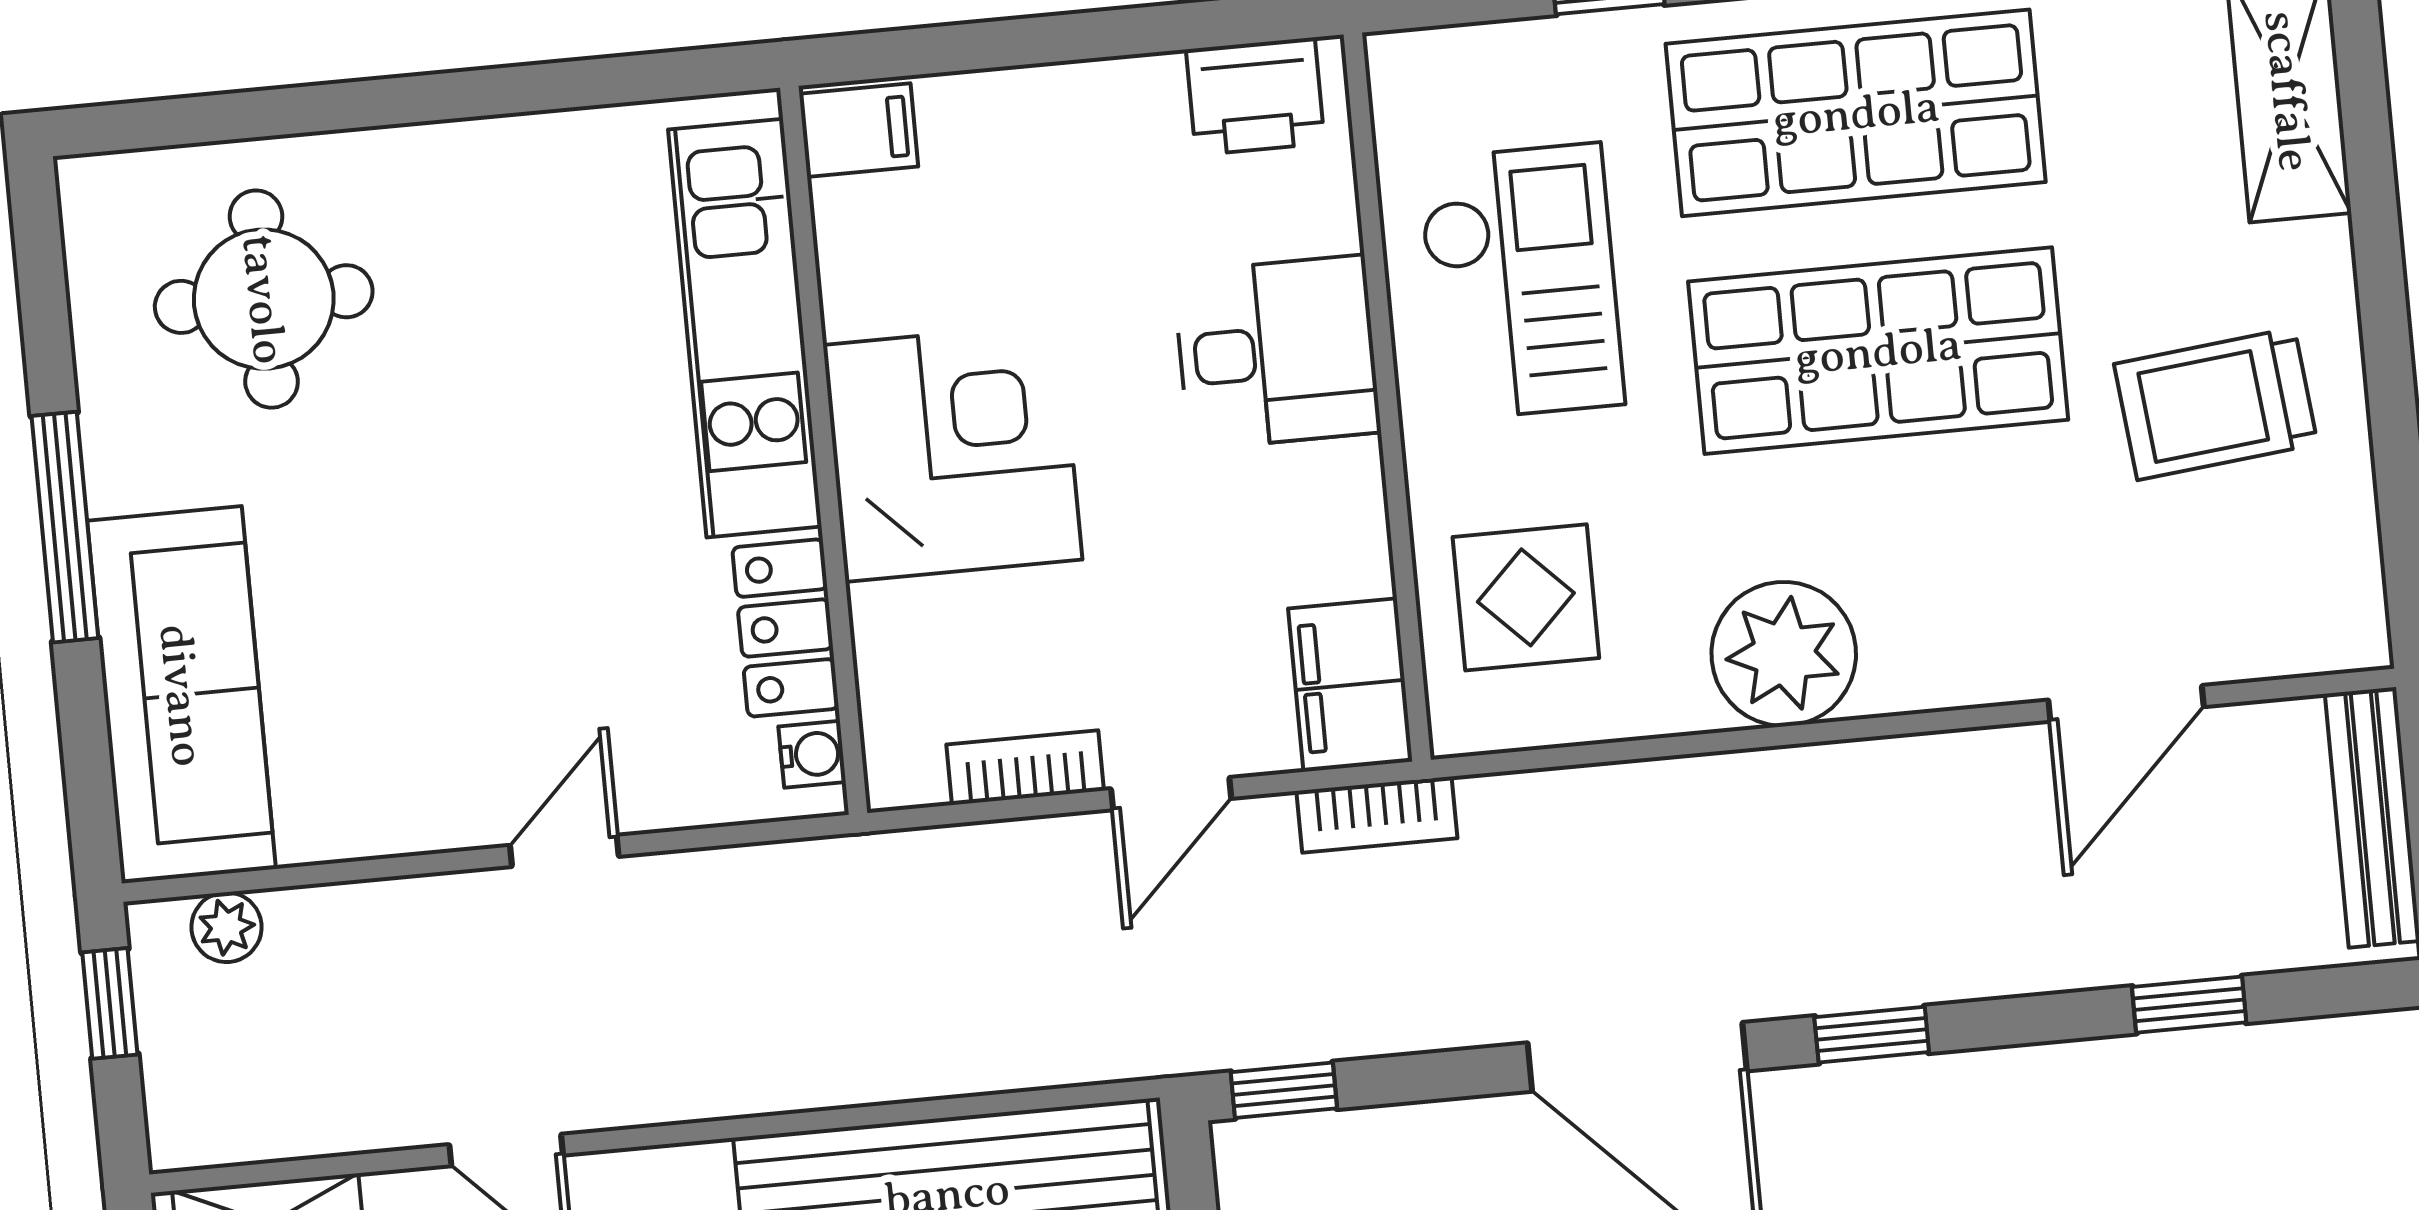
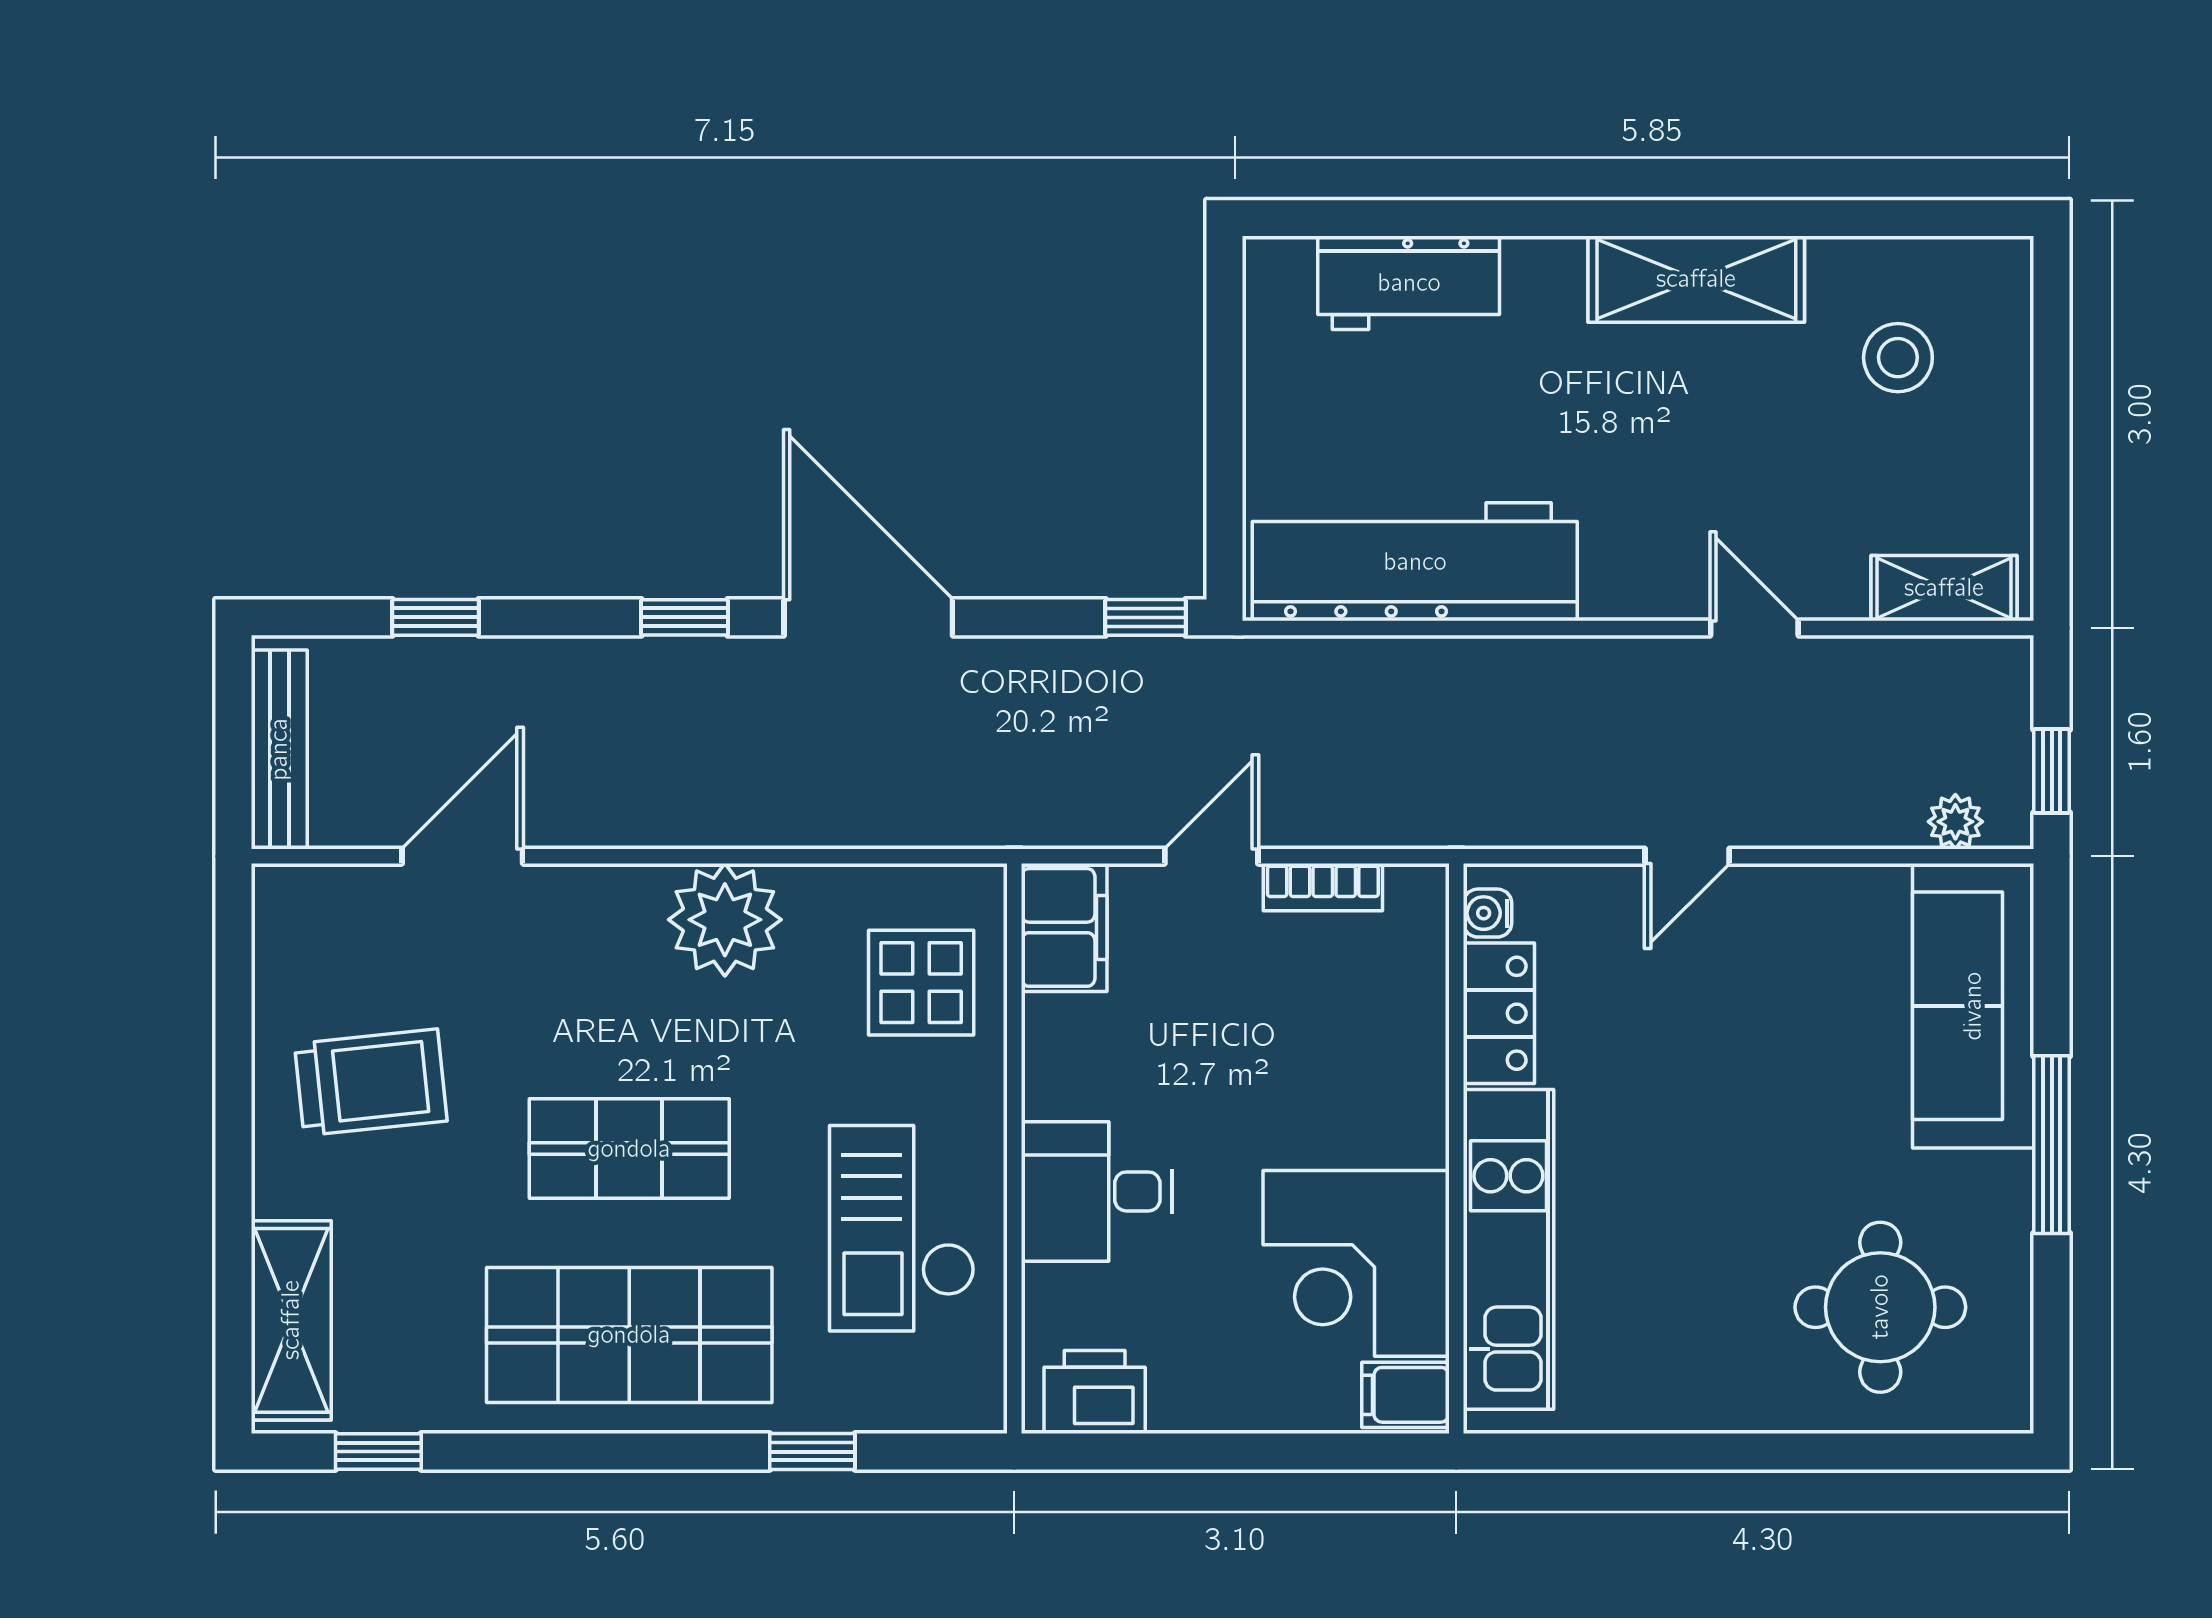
shop shelf: (1878, 351) -> (629, 1149), width x0.70, depth x0.74
corner desk: (953, 452) -> (1356, 1263), moved
bookcase: (1377, 815) -> (1053, 825), removed

